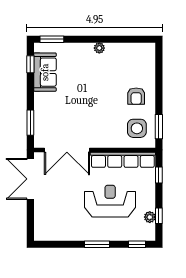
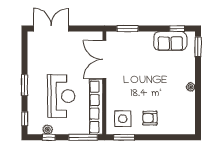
window: (159, 175) -> (83, 137), width x2.17
double door: (30, 179) -> (51, 29), moved

